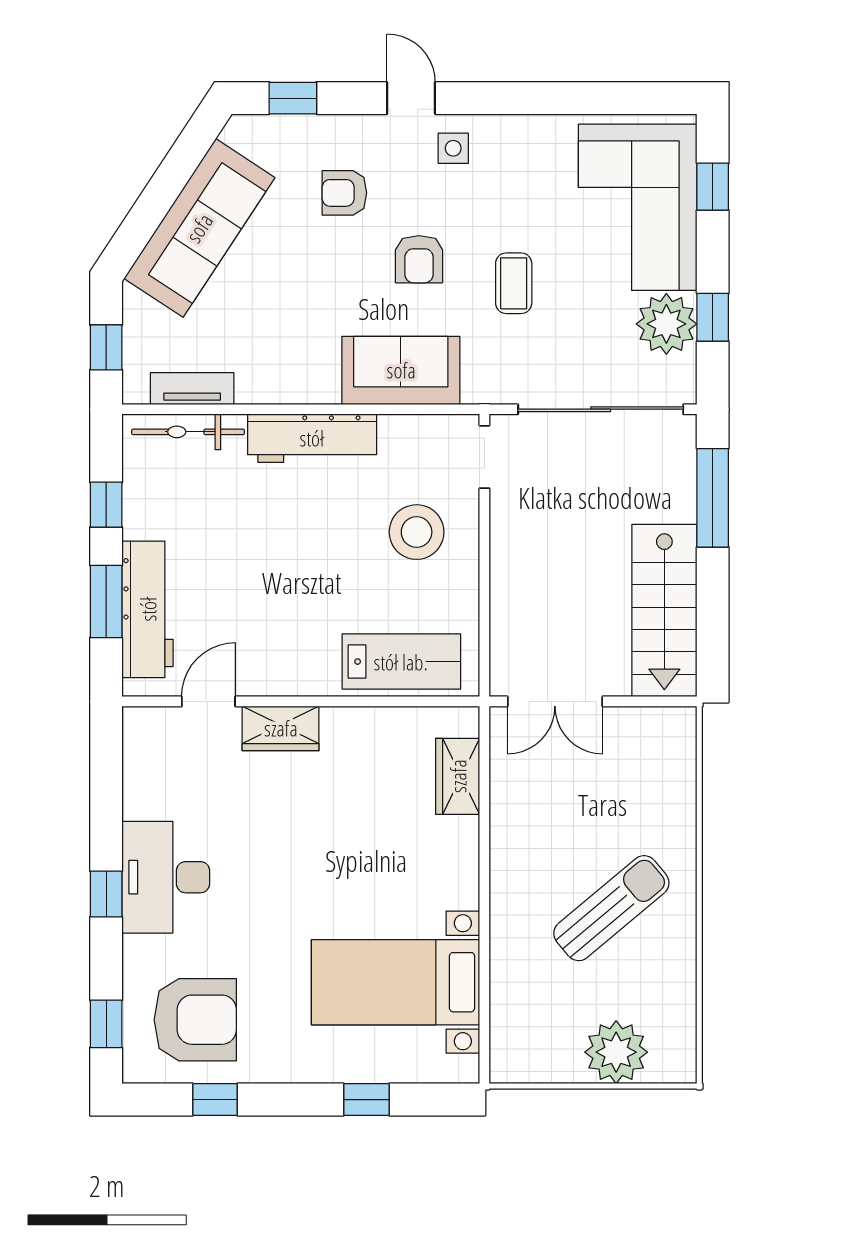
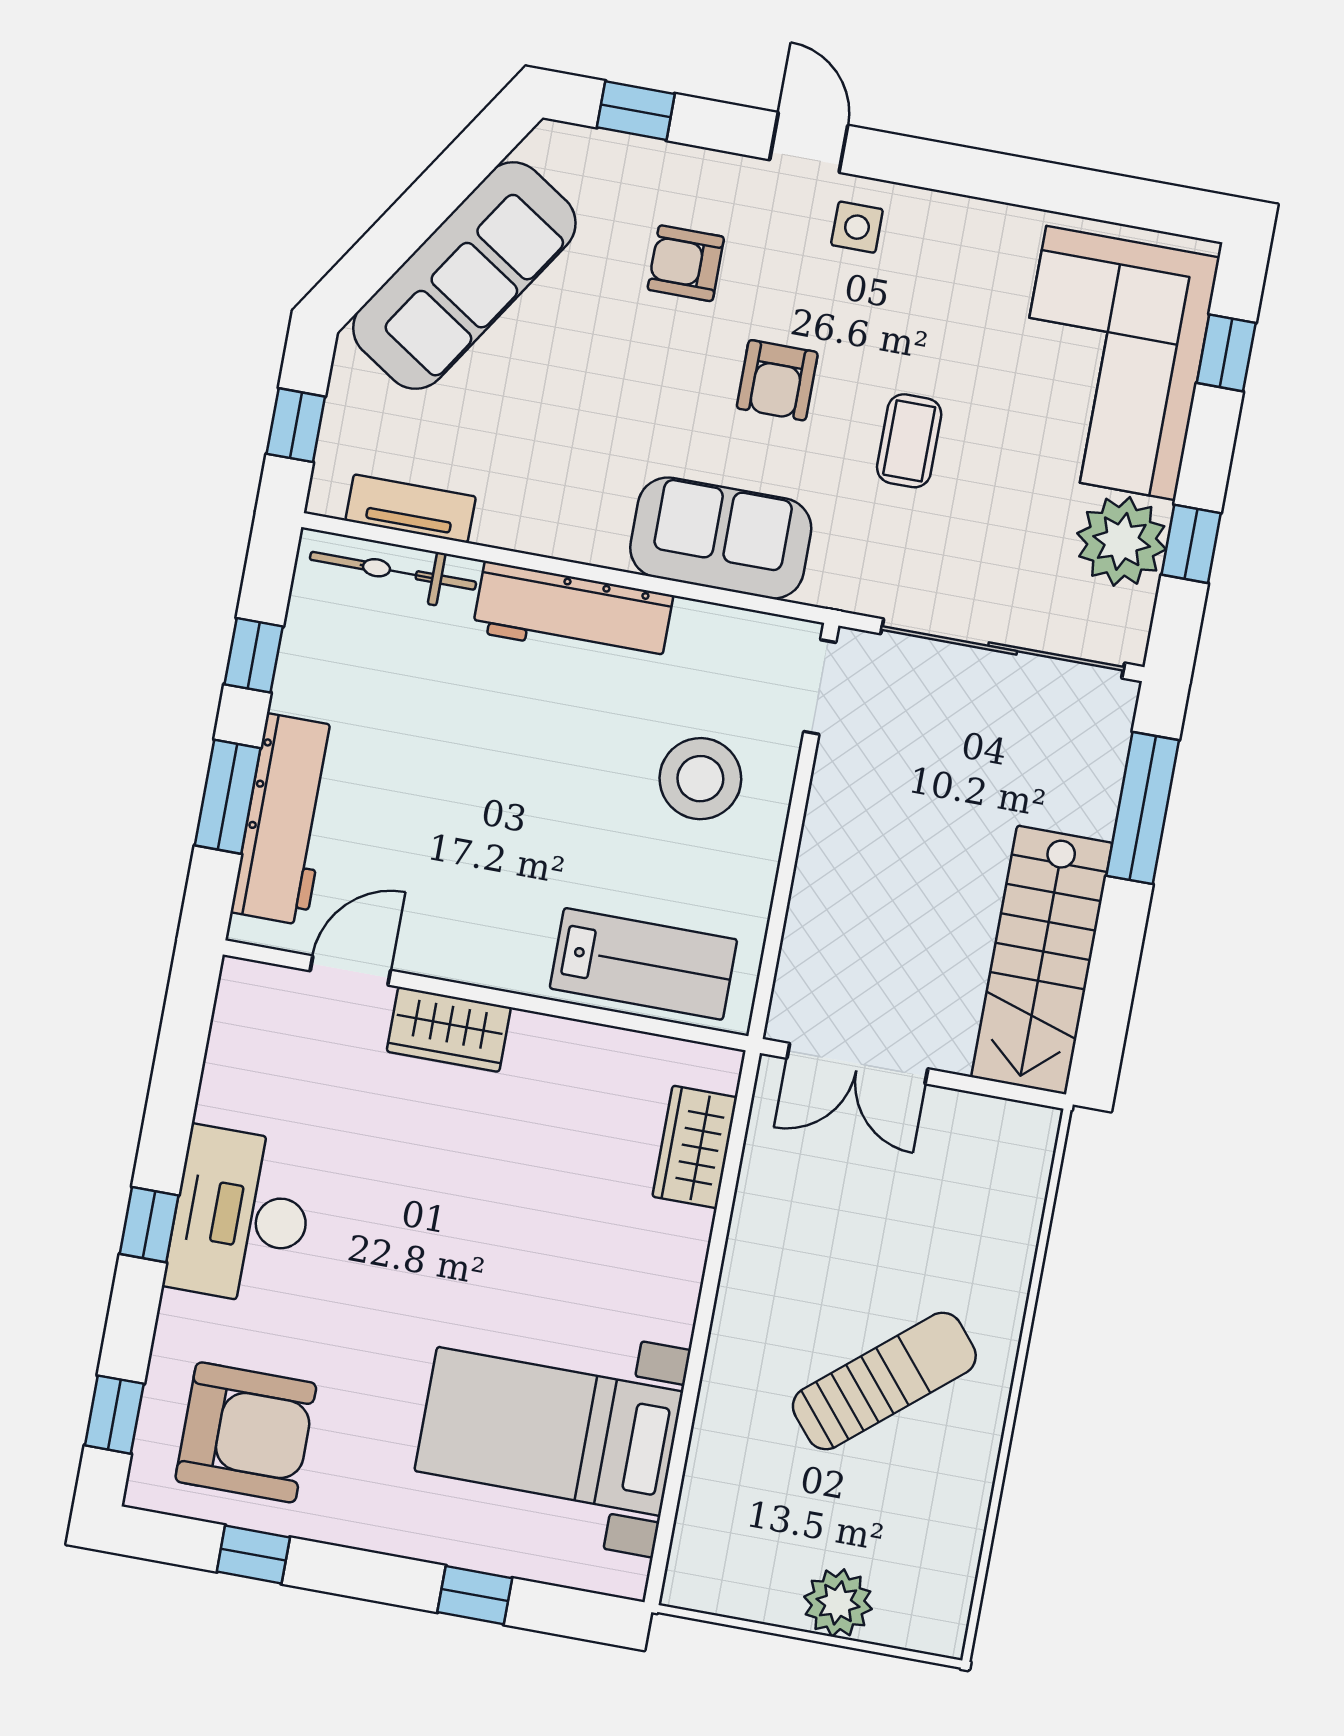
plant: (616, 1052) -> (838, 1603), width x0.73, depth x0.73

